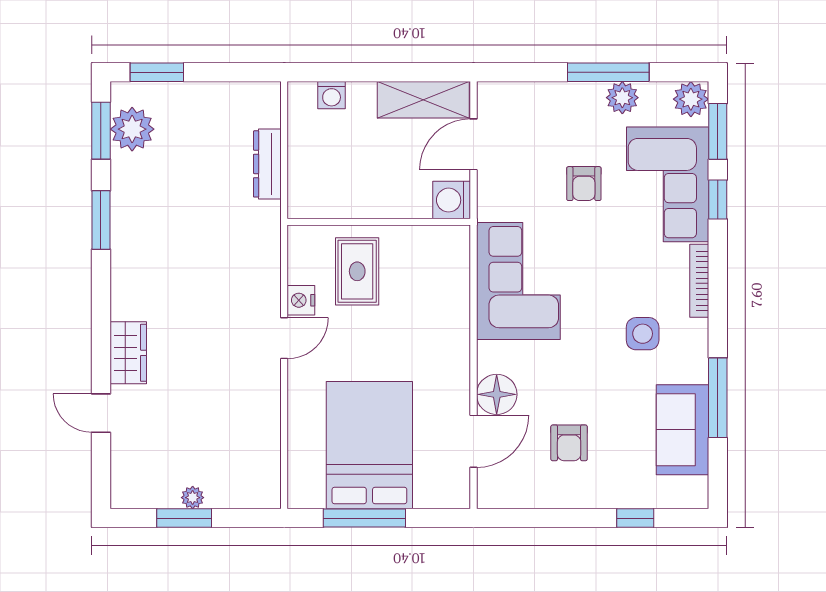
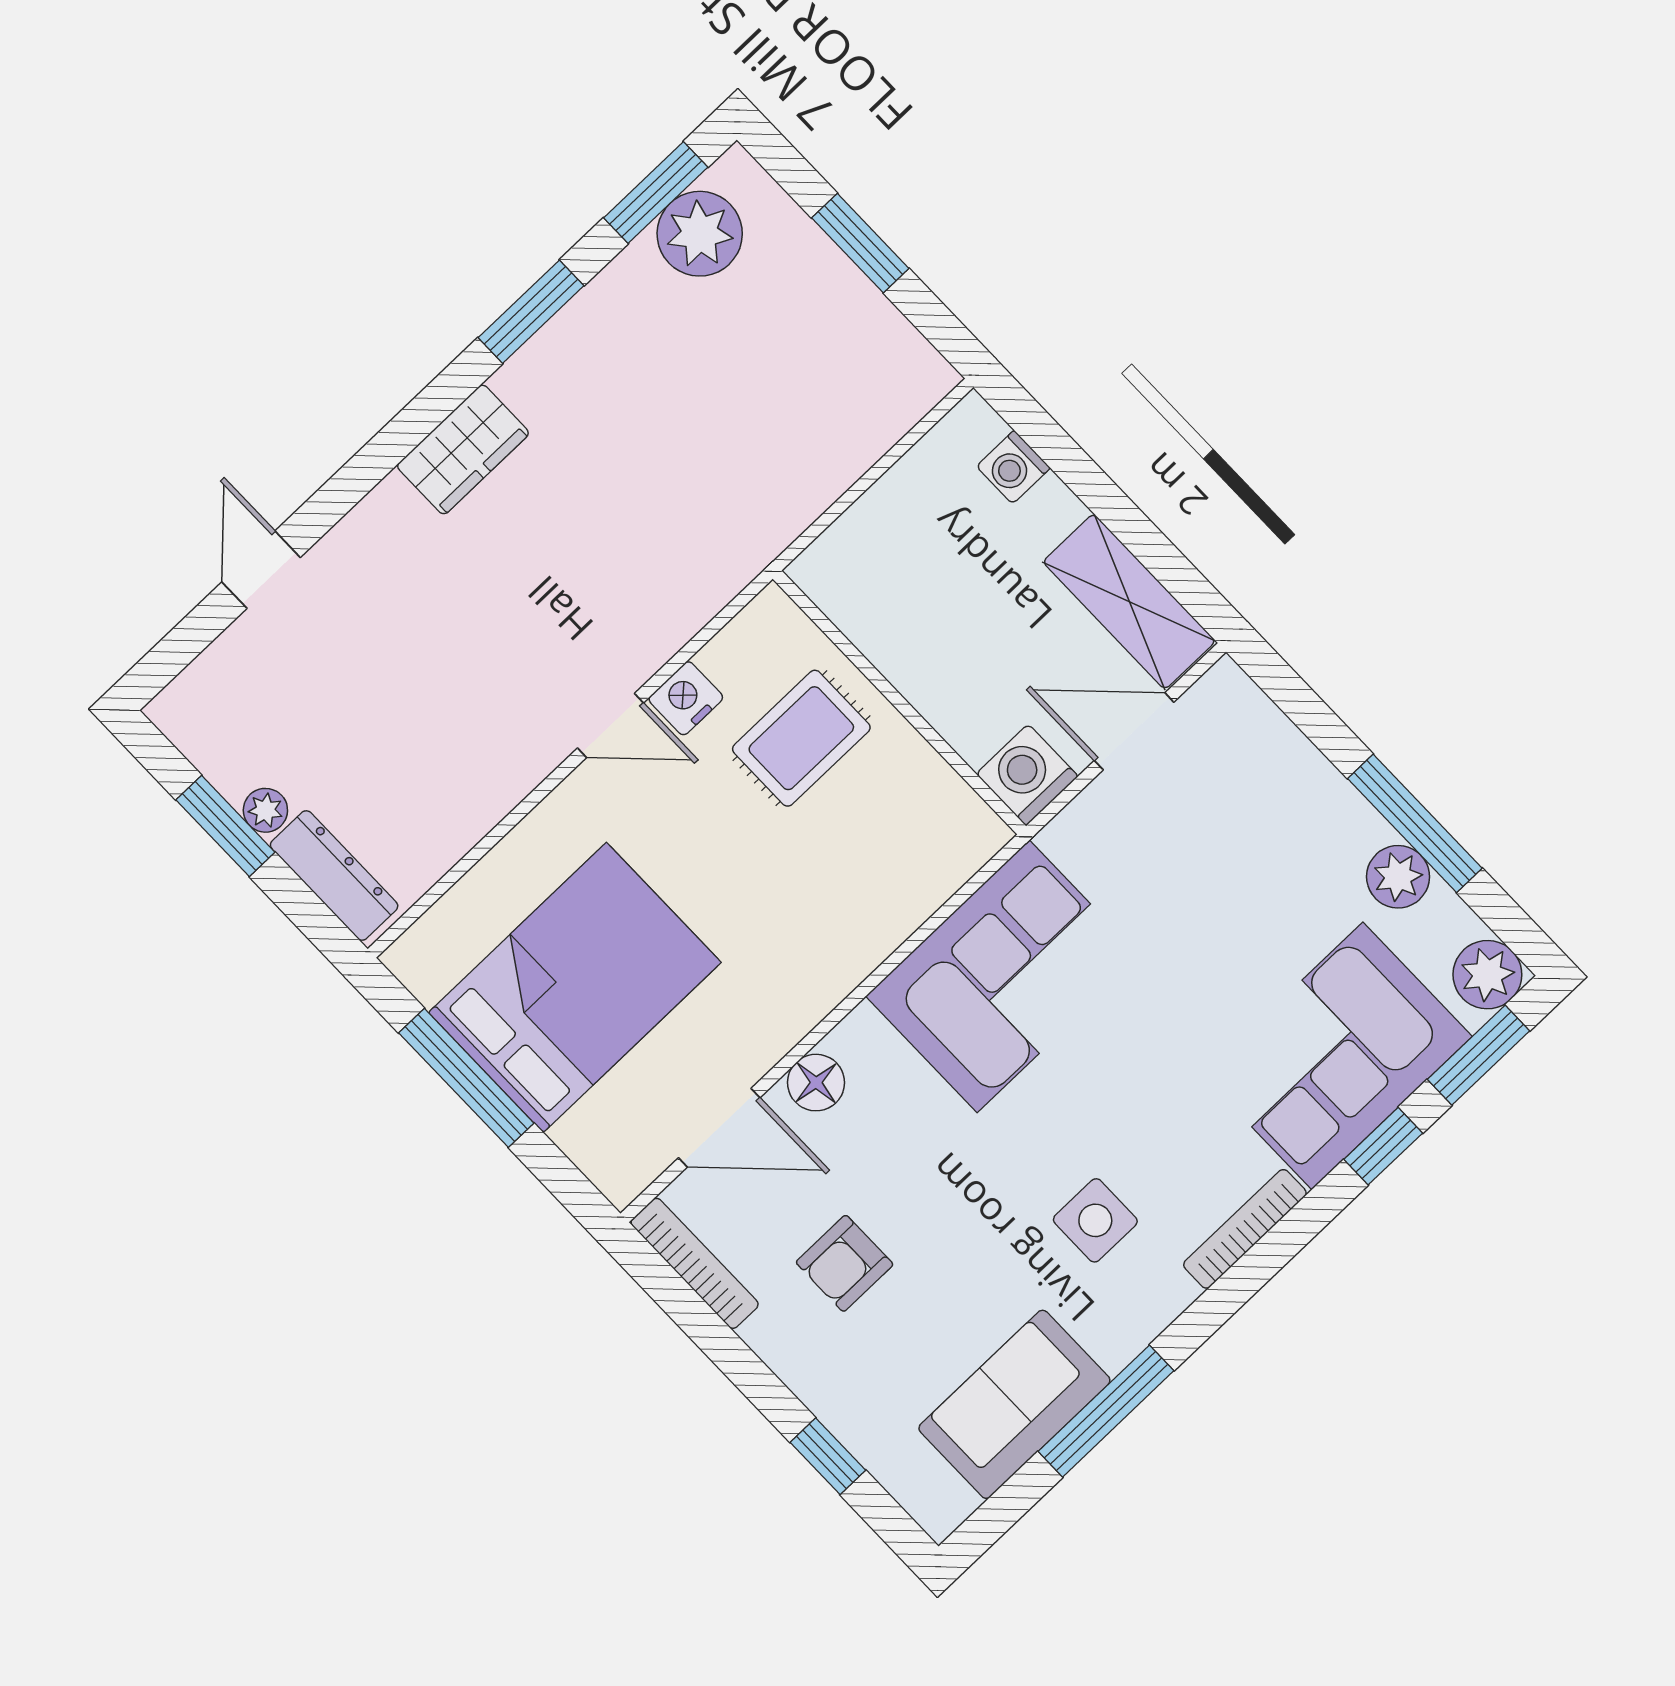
window: (157, 72) -> (860, 243), moved
dresser: (267, 164) -> (334, 876), moved, turned 90
armchair: (584, 184) -> (1227, 938), removed
wardrobe: (128, 353) -> (463, 449), moved
floor lamp: (497, 394) -> (816, 1083), width x0.73, depth x0.73
bookcase: (515, 499) -> (695, 1263), added

